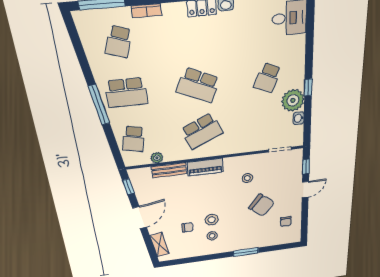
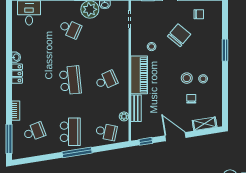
school desk: (119, 42) -> (34, 132), turned -39
school desk: (198, 85) -> (70, 80), turned -30
school desk: (202, 131) -> (106, 80), width x0.54
piano: (205, 167) -> (139, 75), width x1.37, depth x1.33

